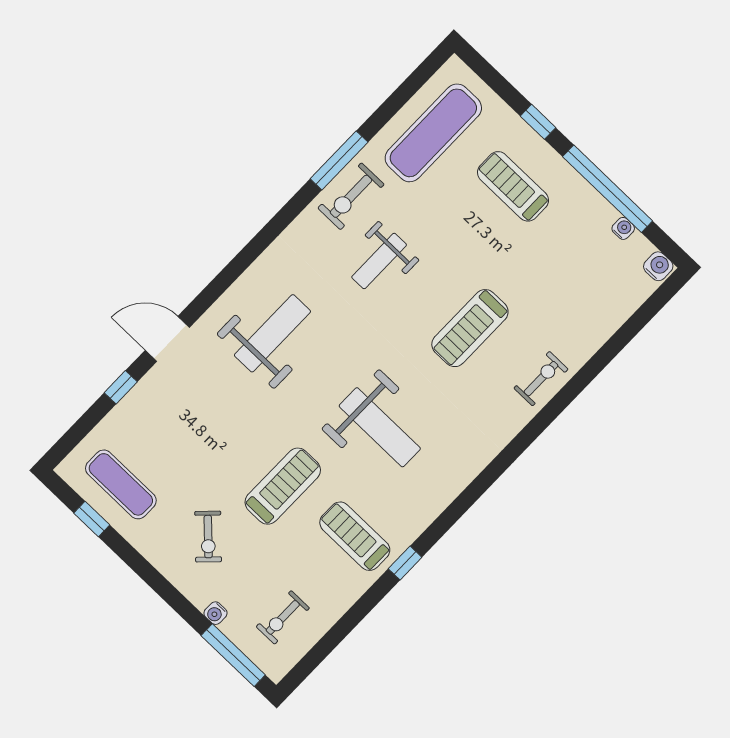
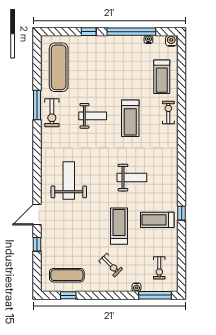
treadmill: (513, 186) -> (162, 77), moved, turned -90
weight bench: (379, 261) -> (93, 116), moved, turned -90
weight bench: (380, 427) -> (132, 178), width x0.73, depth x0.75

